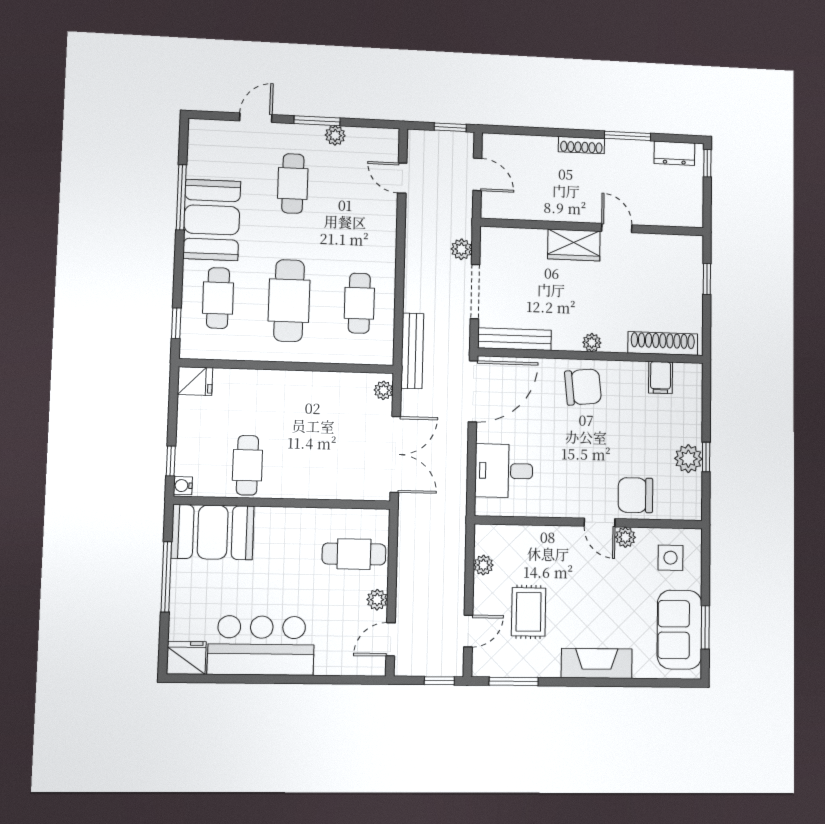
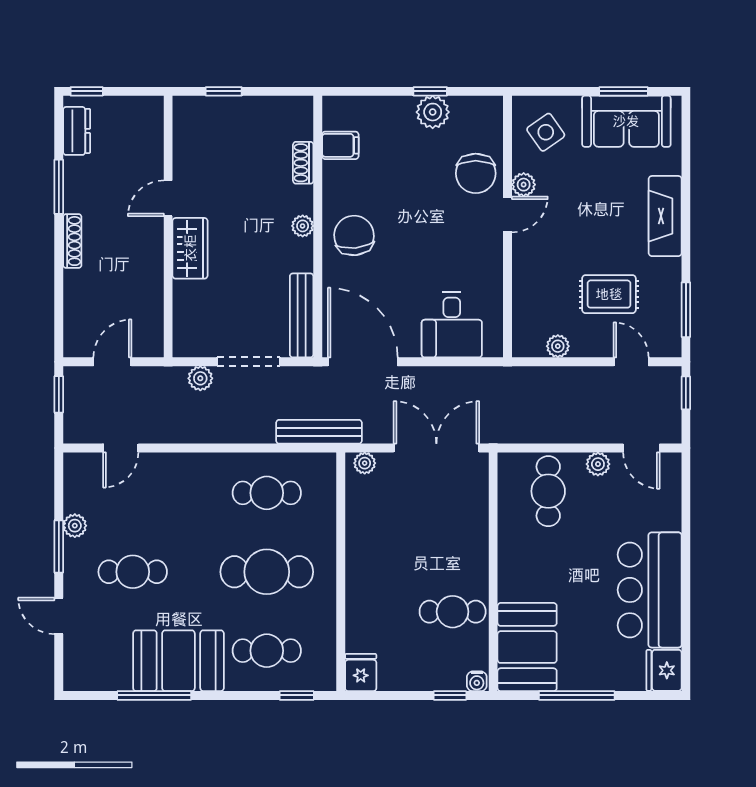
shoe rack: (663, 343) -> (303, 163), width x0.51, depth x0.81
side table: (670, 558) -> (546, 132), turned -35

